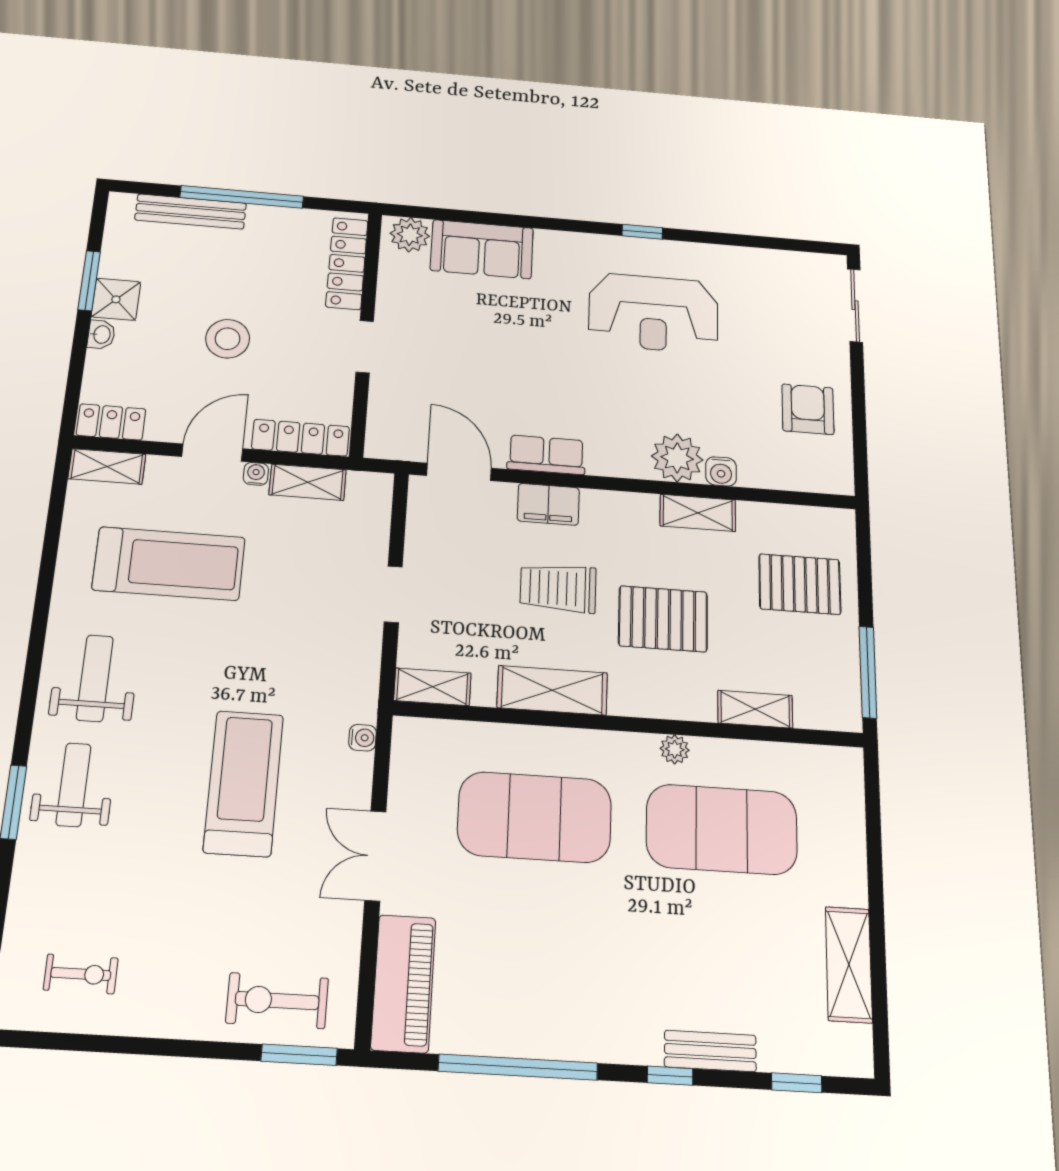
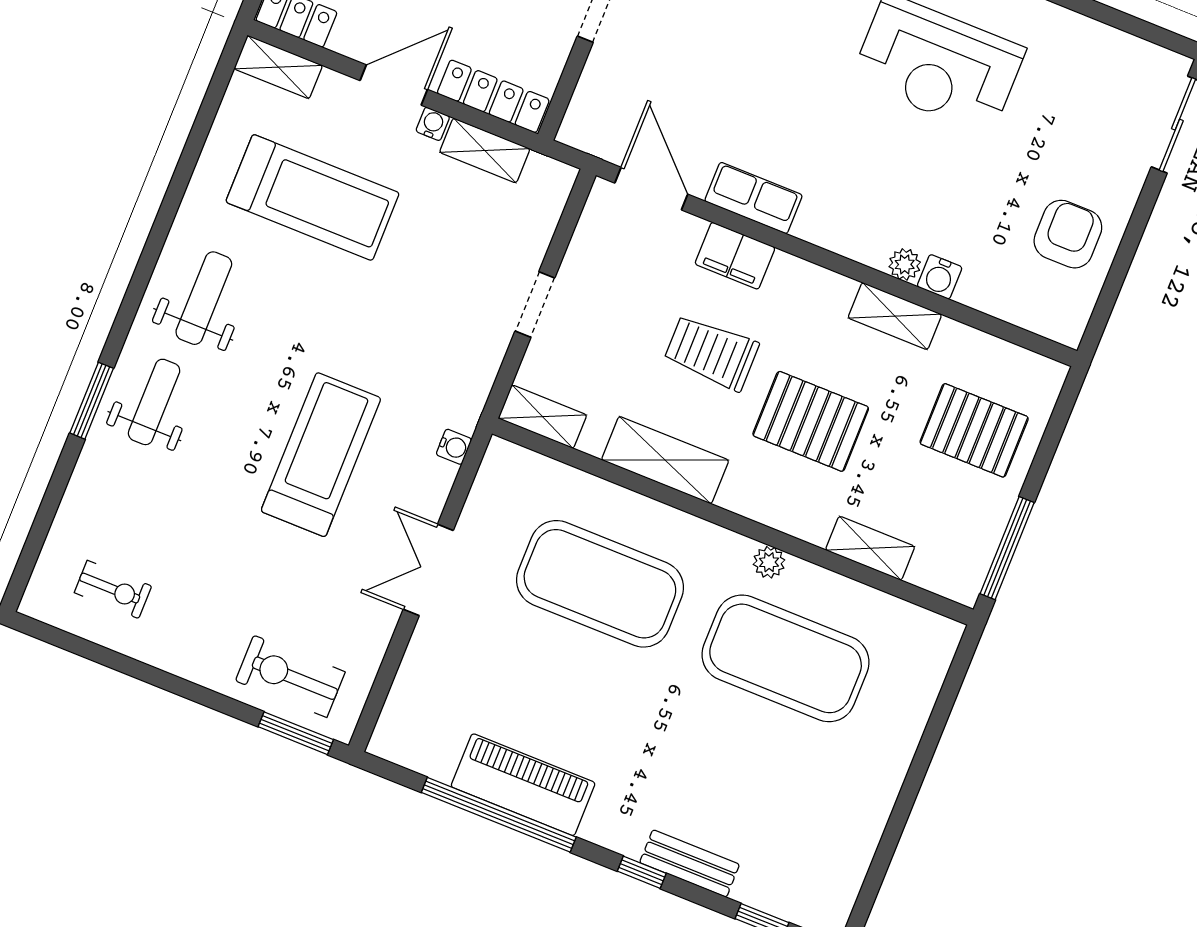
plant: (677, 458) -> (905, 264), width x0.53, depth x0.53
shelving: (849, 964) -> (860, 831), removed
piano: (403, 983) -> (523, 785), moved, turned -90

